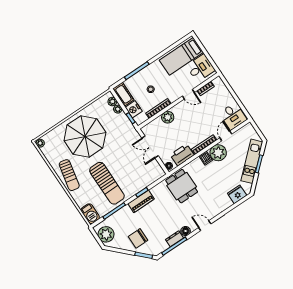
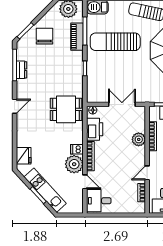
piano: (141, 201) -> (77, 37), moved
floor lamp: (186, 231) -> (22, 85), removed

